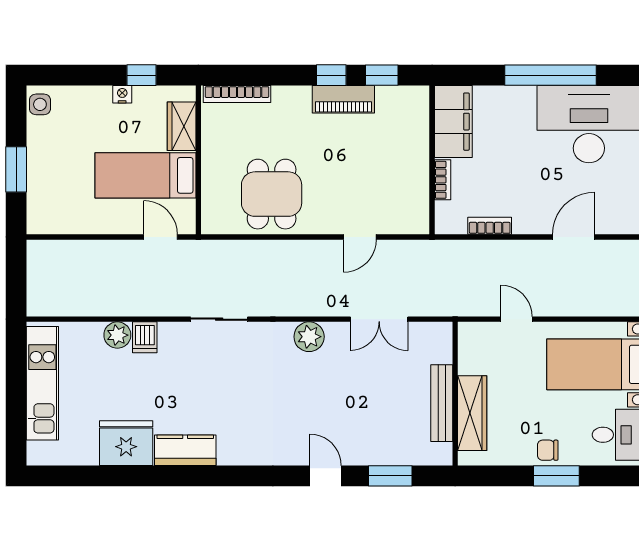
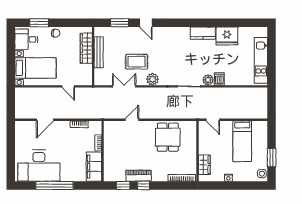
window: (142, 75) -> (221, 185), removed
window: (16, 169) -> (272, 158), moved
bed: (145, 175) -> (242, 141), moved, turned 90
plant: (117, 335) -> (208, 80), moved
rug: (348, 380) -> (137, 62), added
window: (556, 476) -> (39, 23), moved

